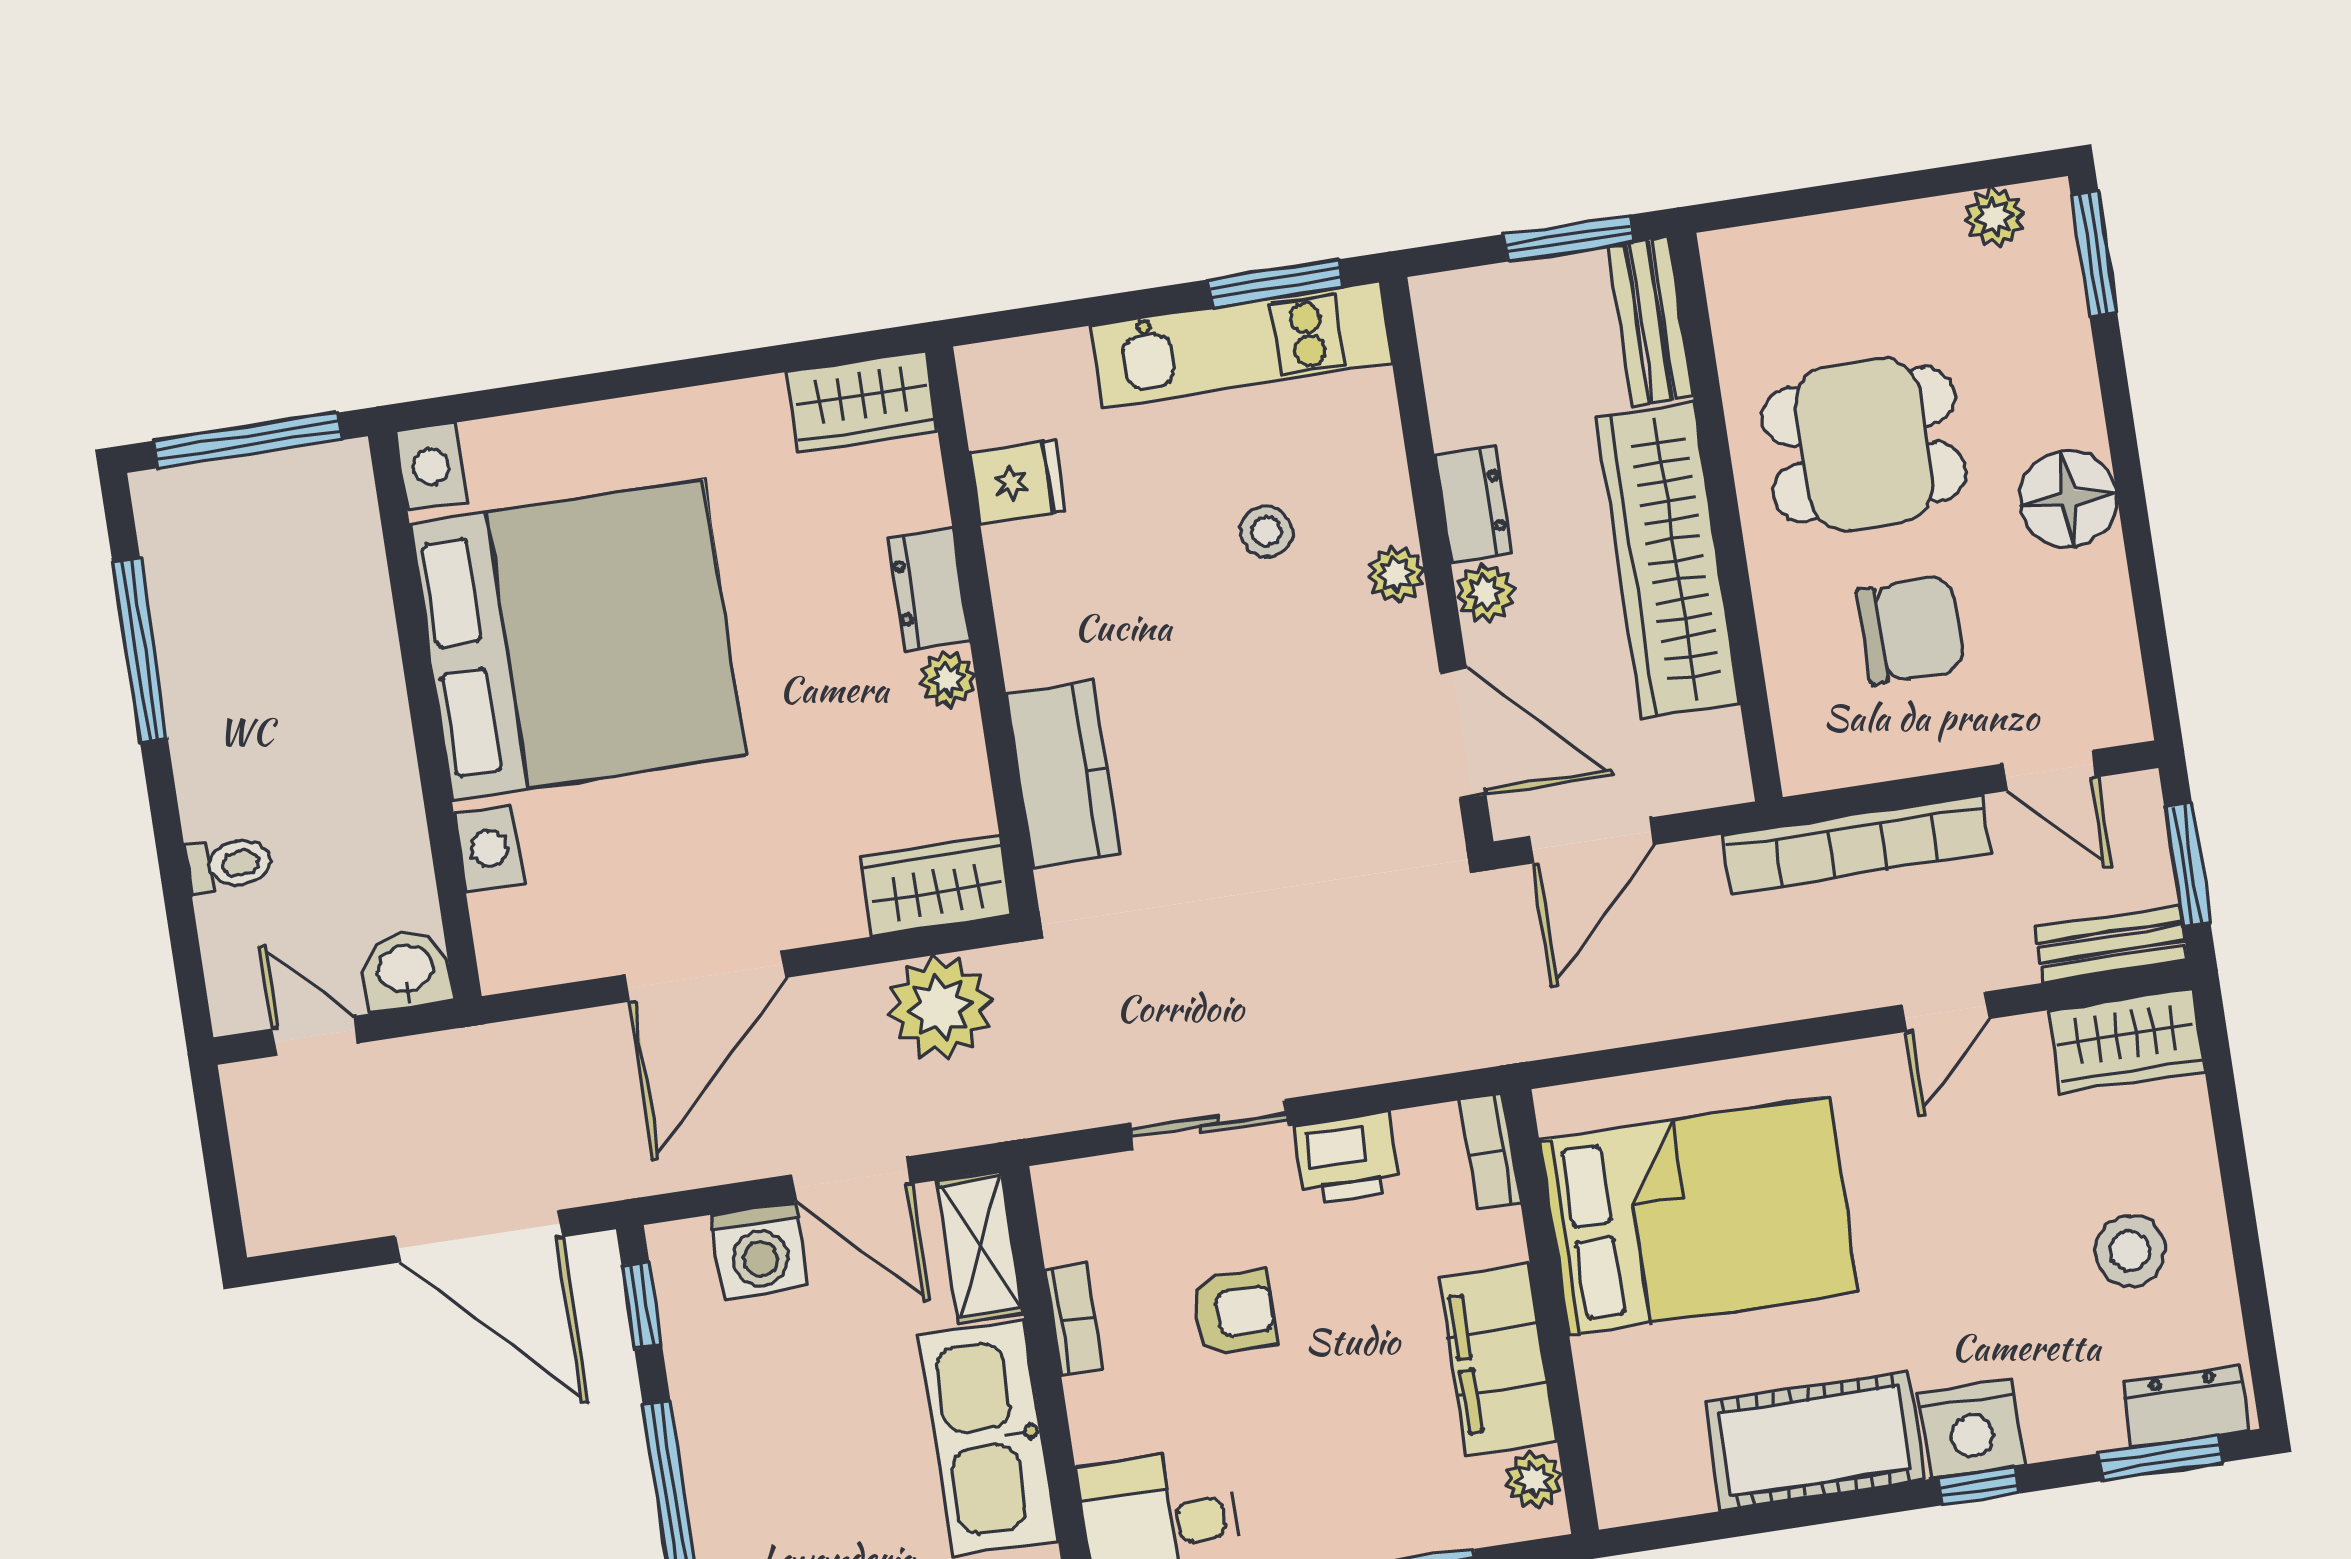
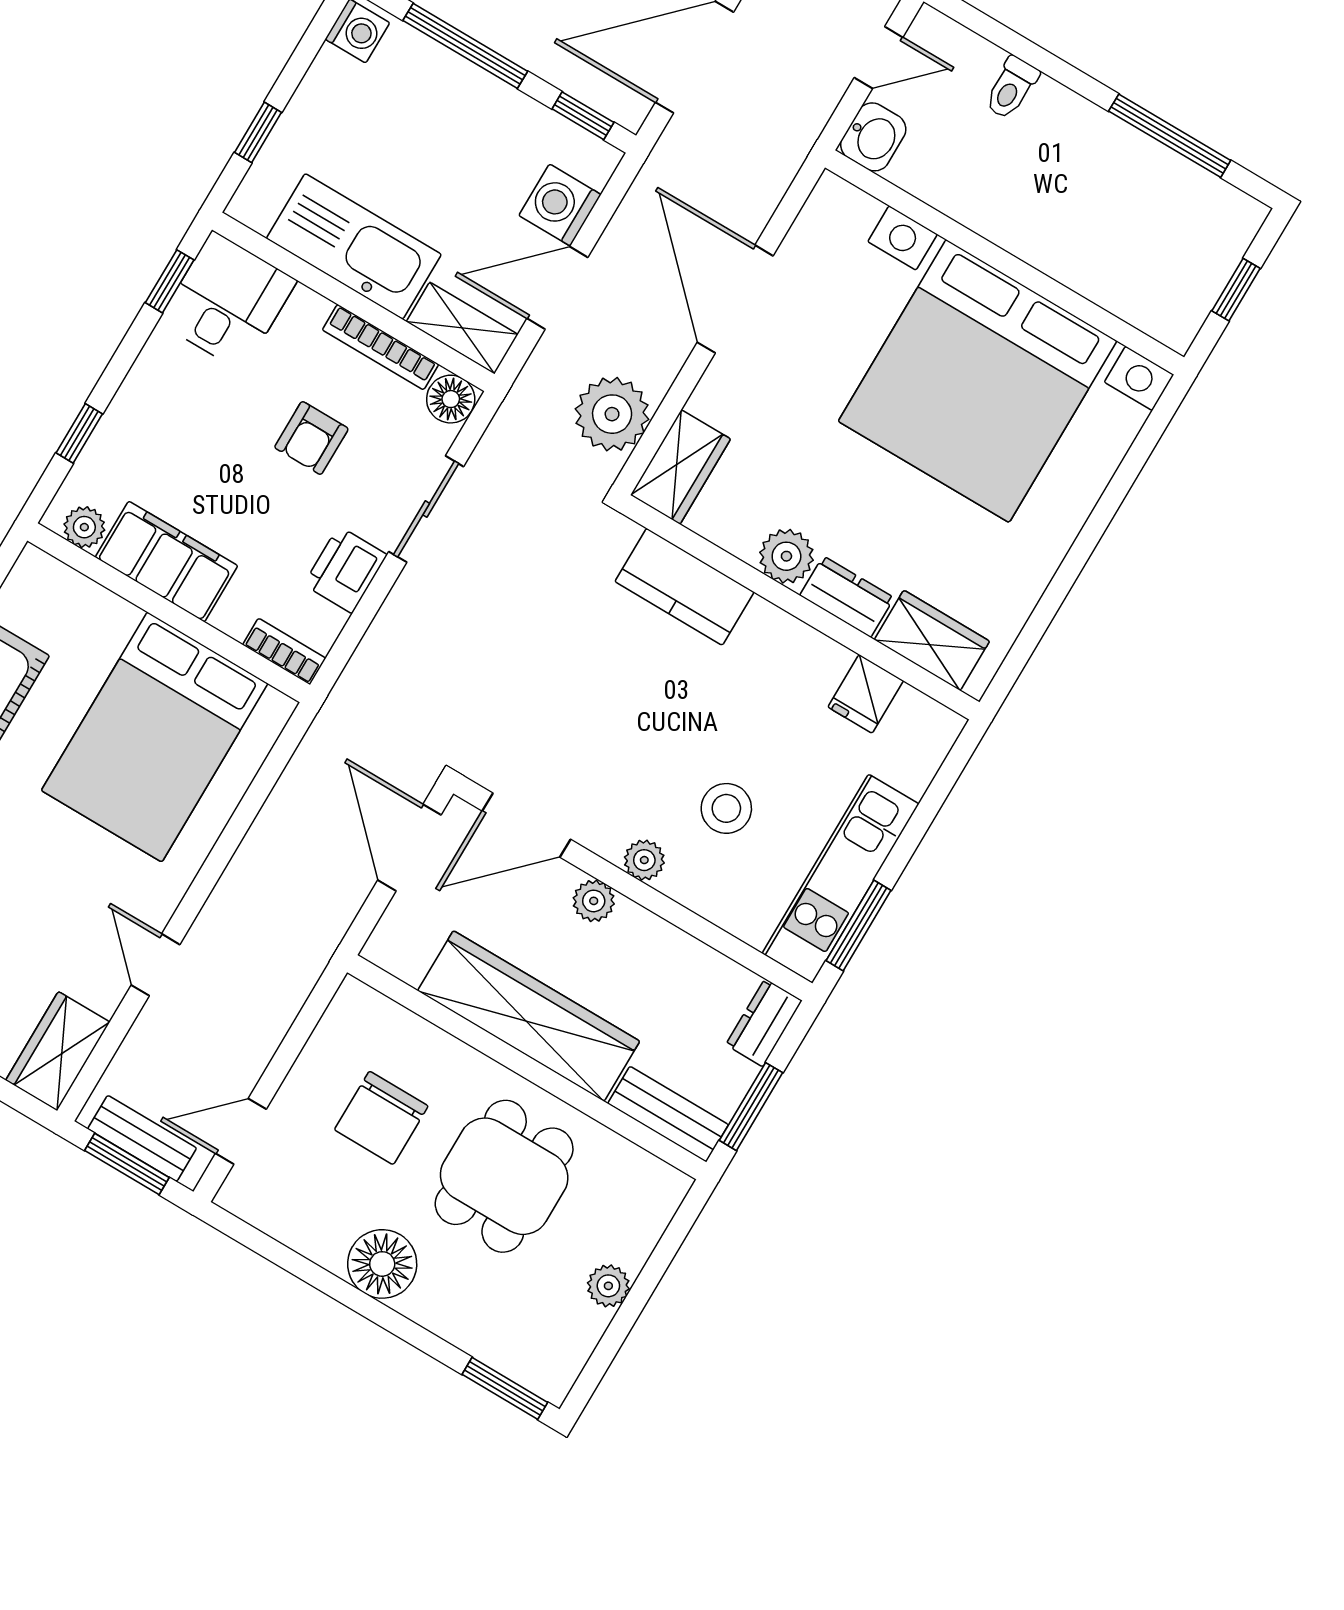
plant: (1994, 217) -> (608, 1286), moved
wardrobe: (862, 402) -> (932, 640), moved, turned 90
window: (248, 440) -> (1236, 290), width x0.46
dresser: (1473, 504) -> (764, 1023), moved, turned 90
stool: (1266, 531) -> (726, 808), width x1.37, depth x1.37
plant: (947, 679) -> (786, 556), width x1.38, depth x1.38
bookcase: (1856, 844) -> (288, 991), removed
bench: (2112, 944) -> (142, 1138), moved, turned 90
floor lamp: (1068, 1196) -> (451, 399), added
bookcase: (1074, 1318) -> (381, 347), width x1.56

